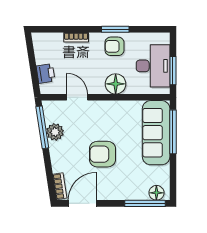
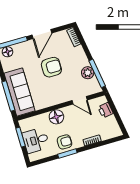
desk: (153, 66) -> (36, 140), width x0.73
door: (82, 203) -> (42, 34), moved

